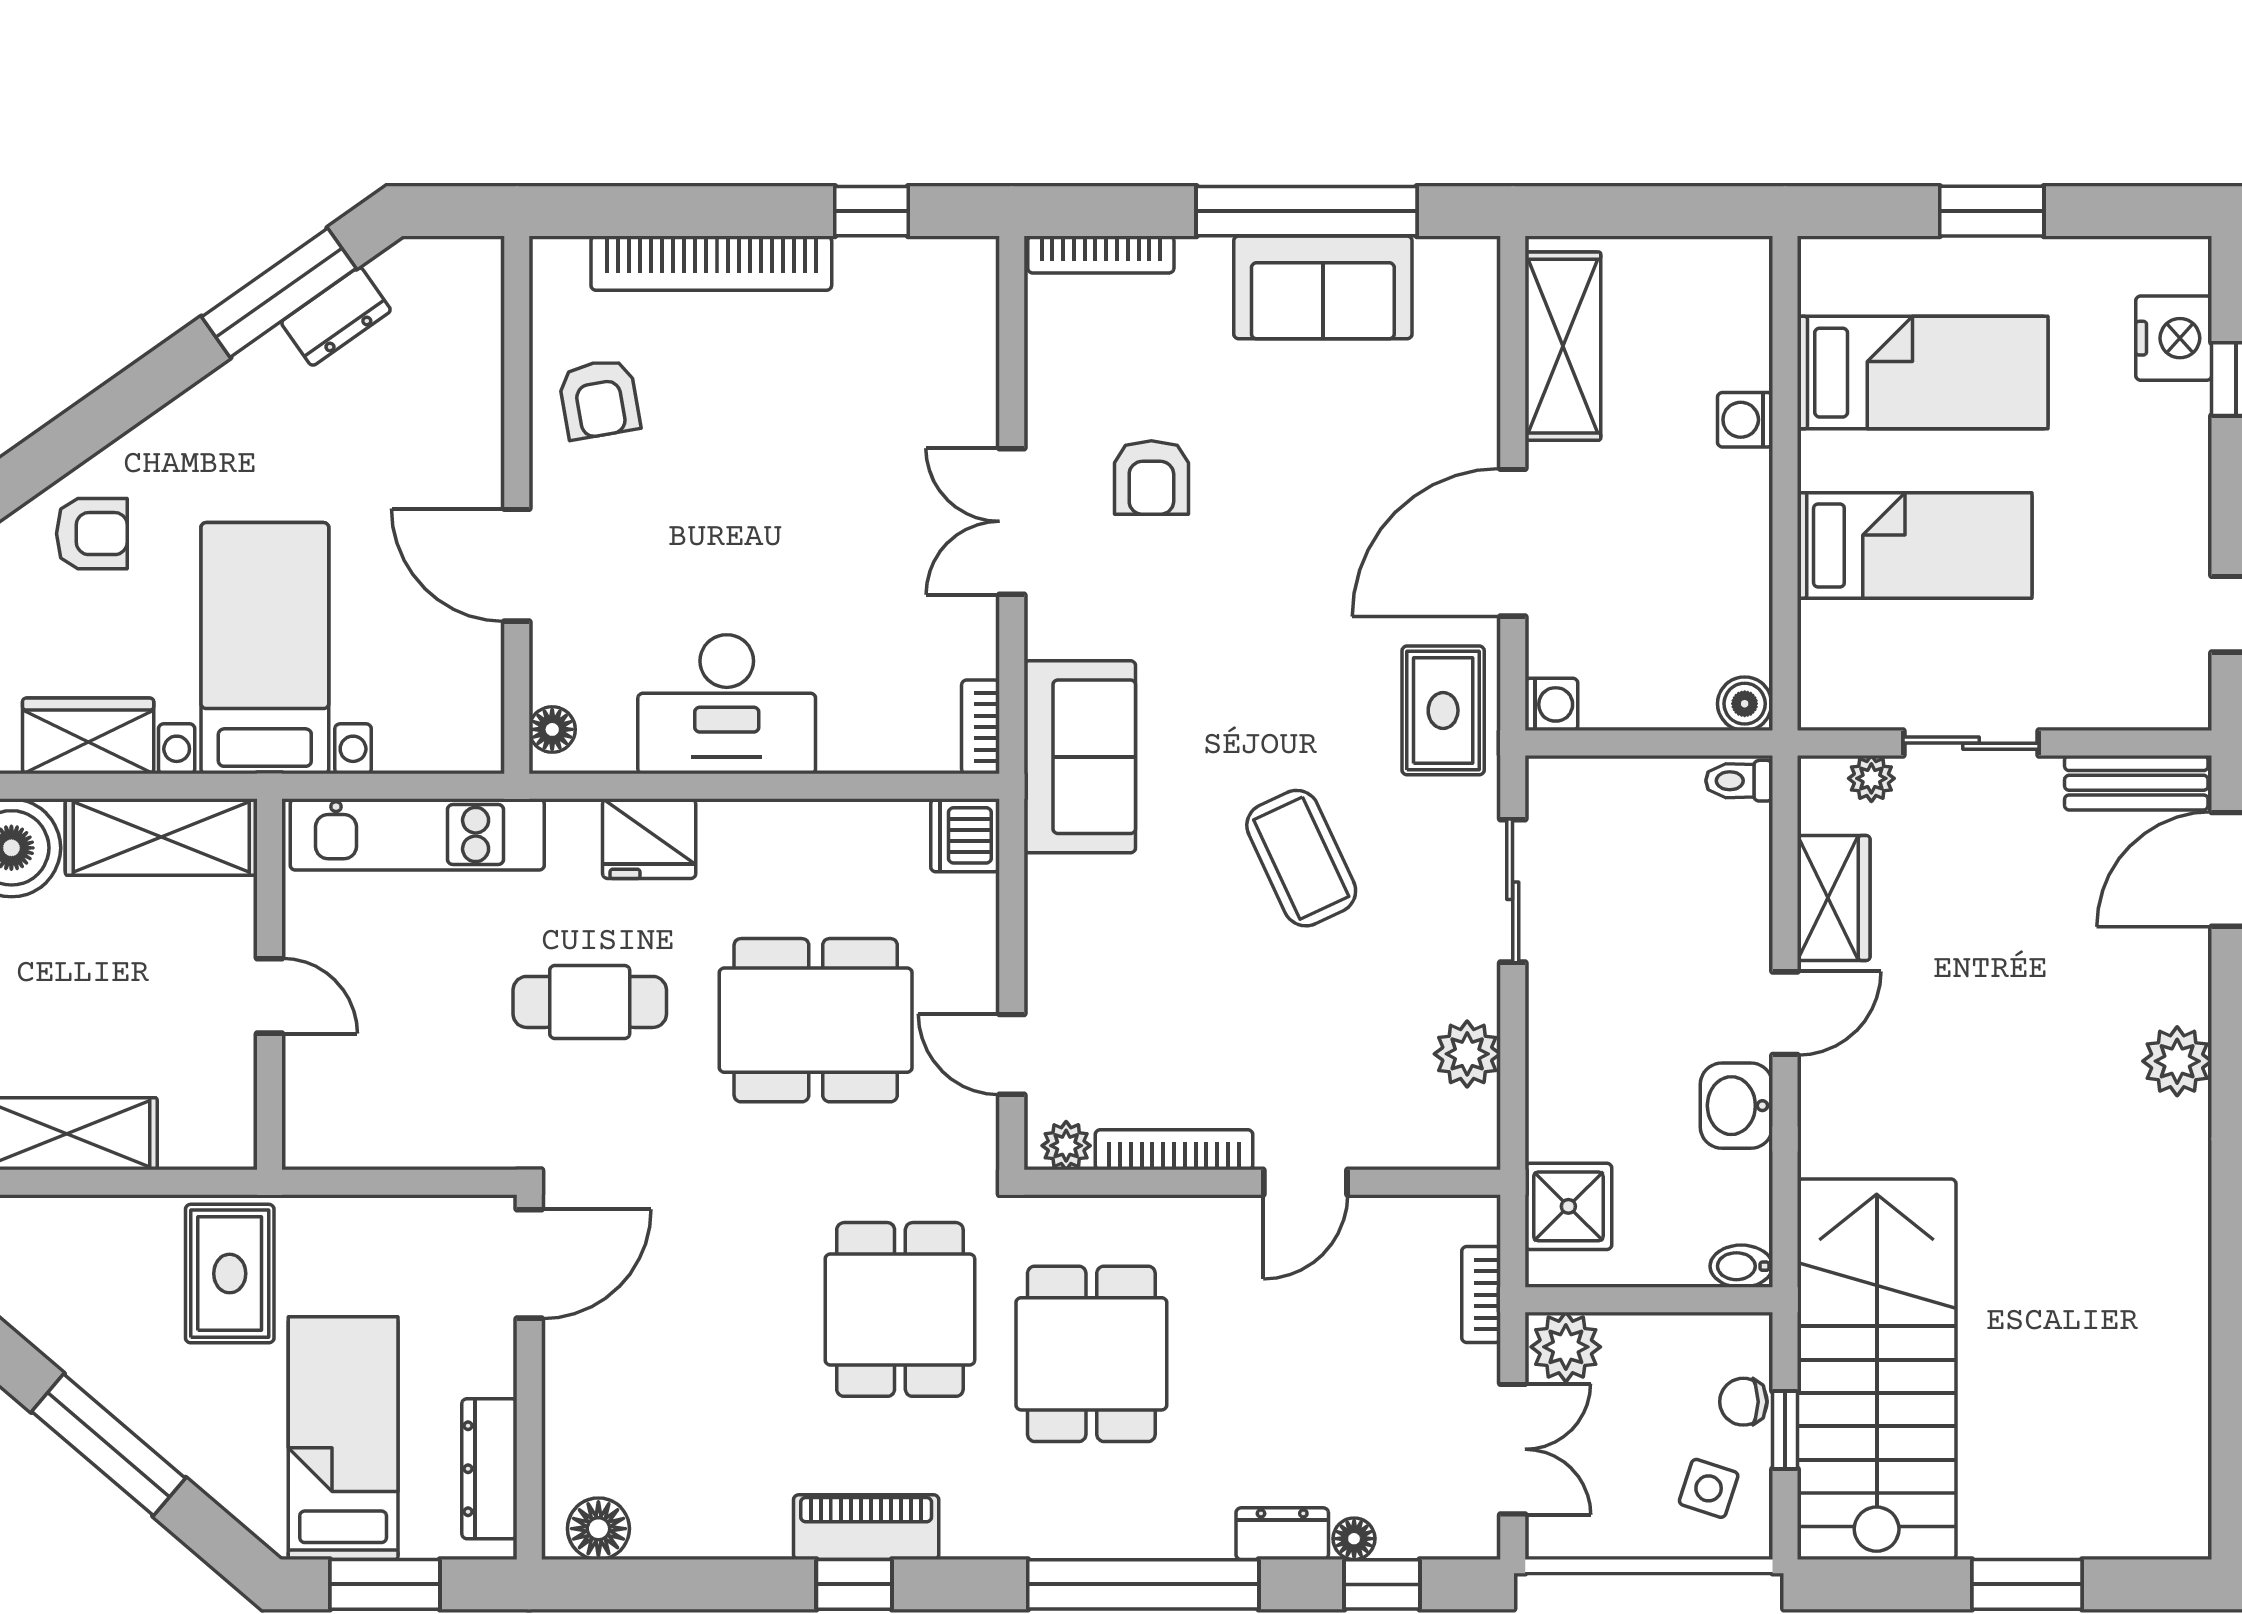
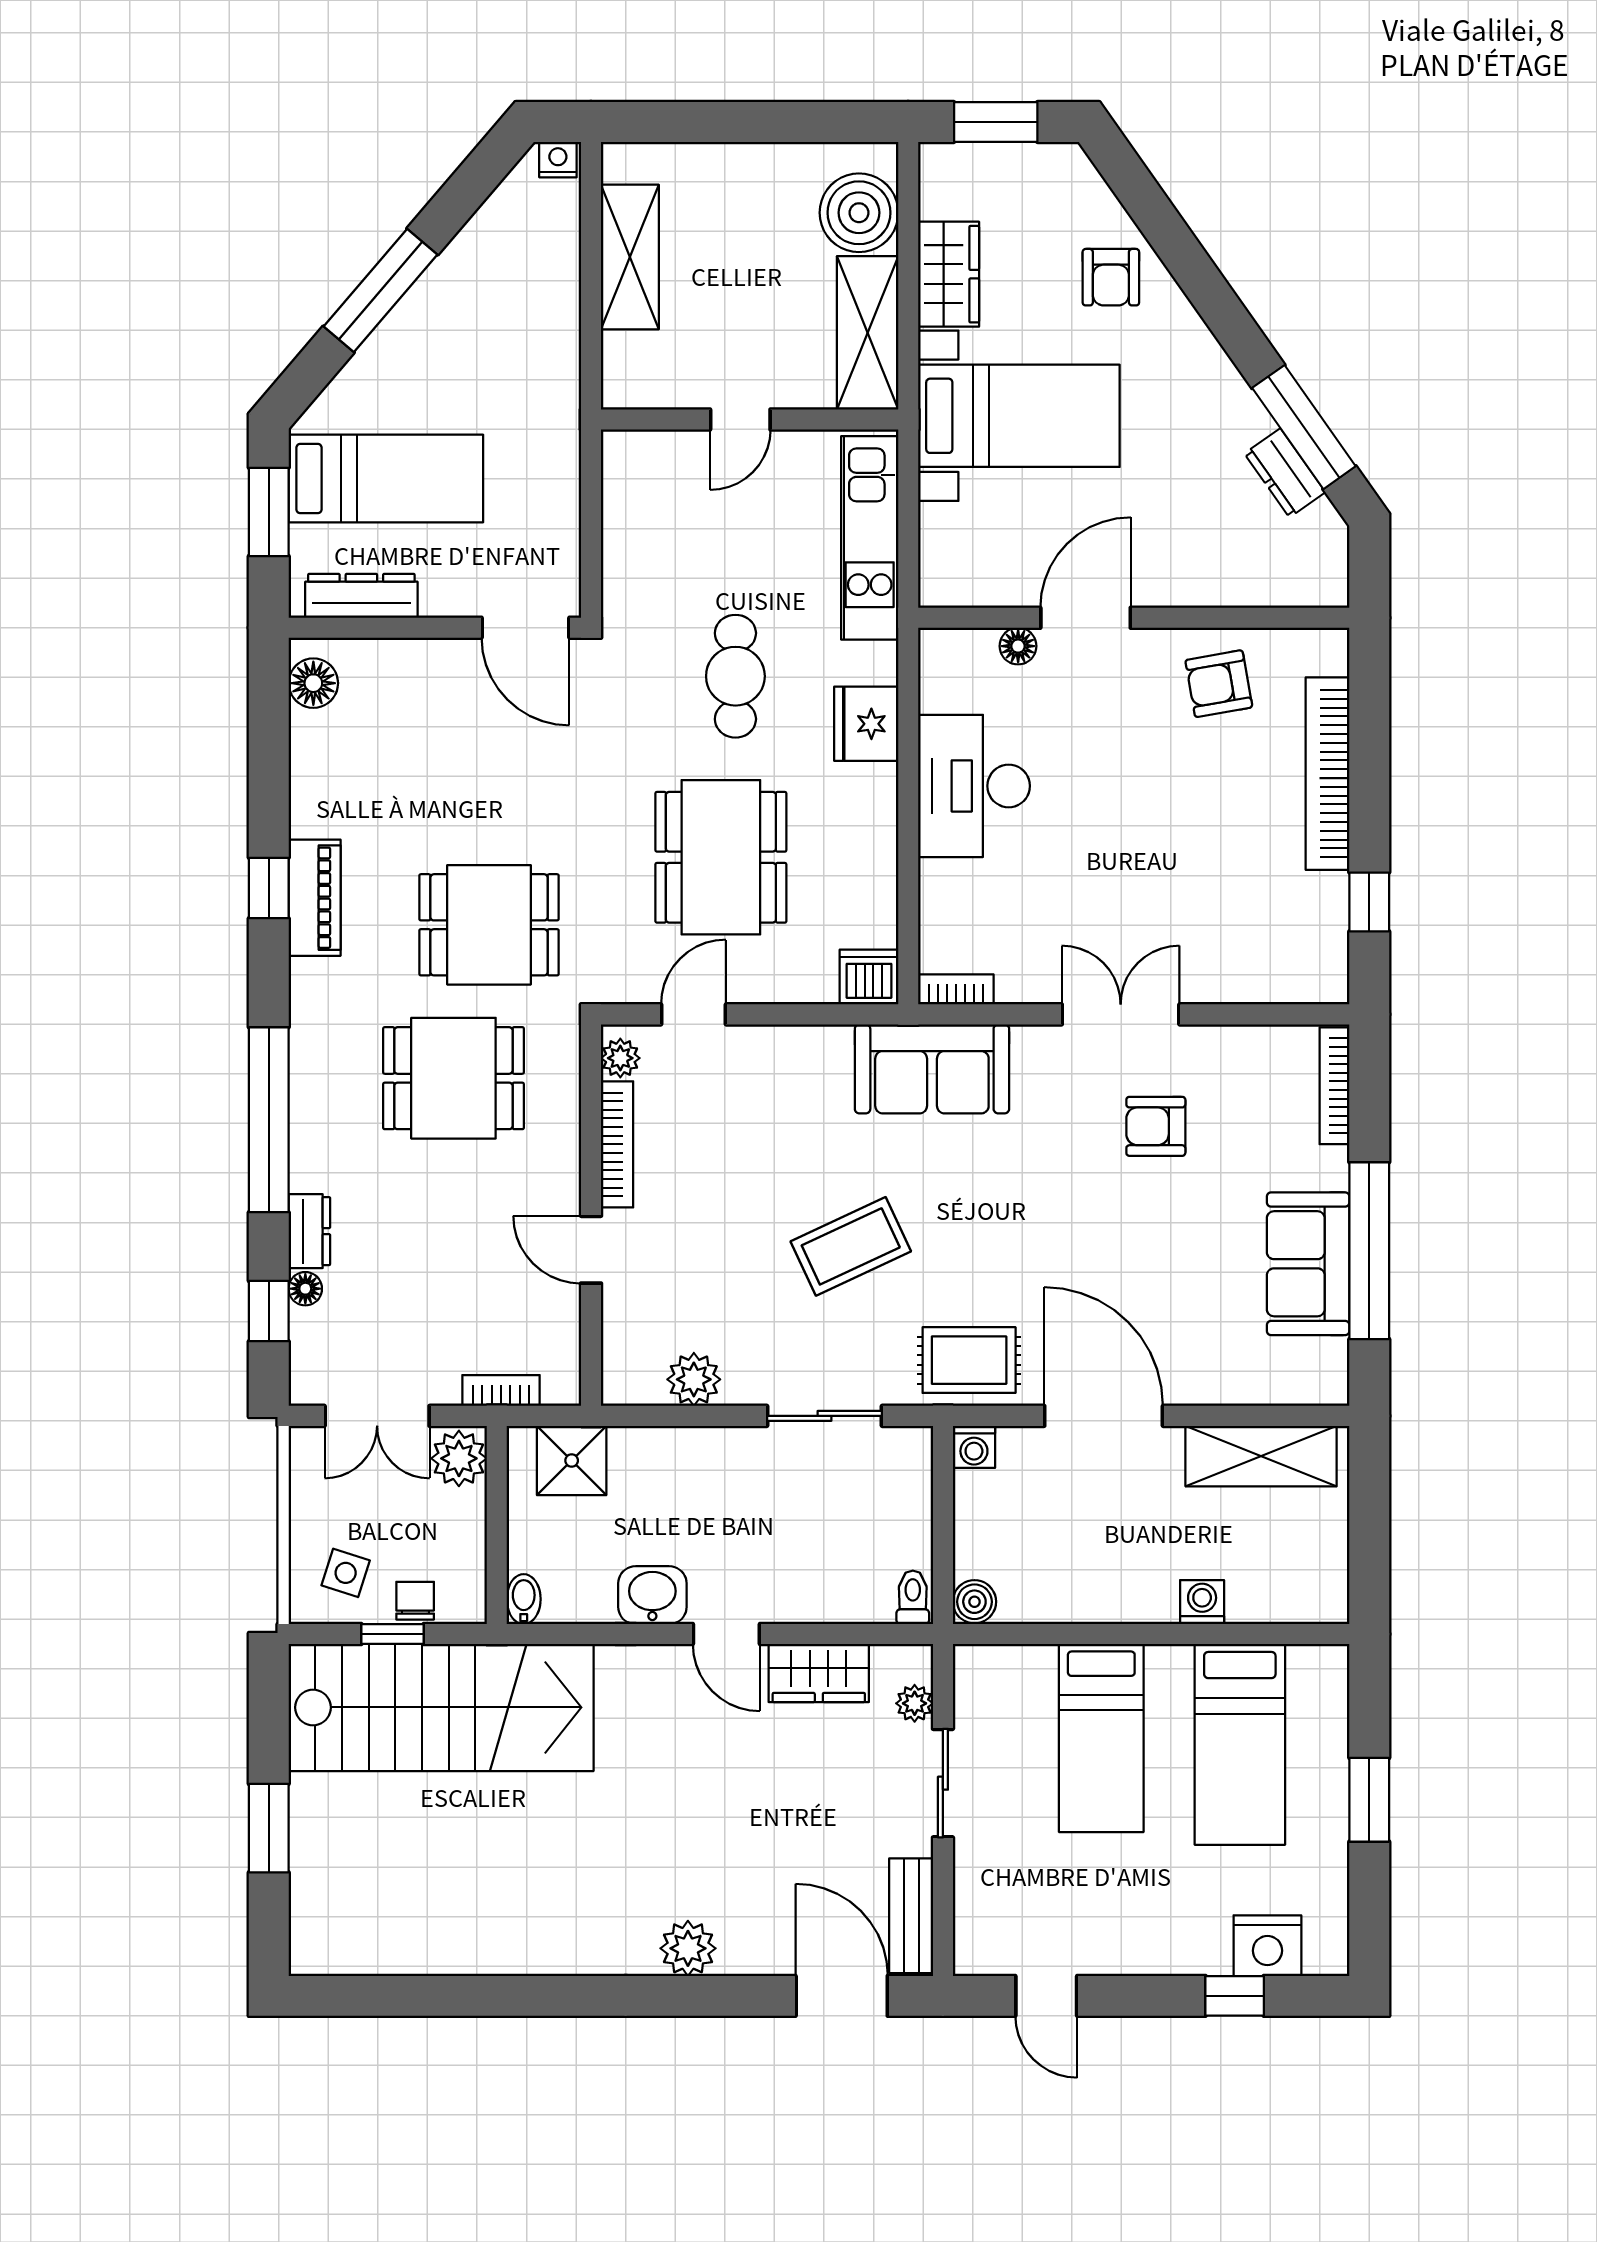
floor lamp: (552, 729) -> (1018, 646), moved
rug: (230, 1274) -> (518, 388), removed

